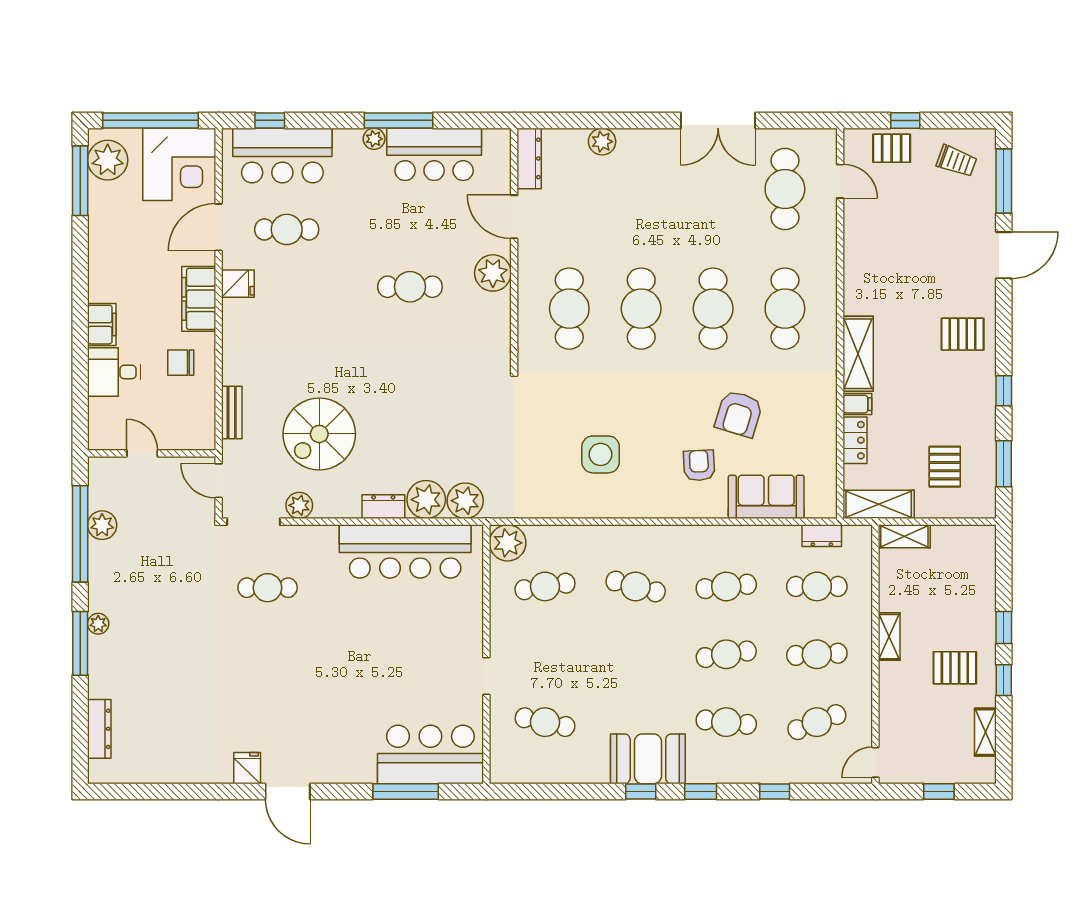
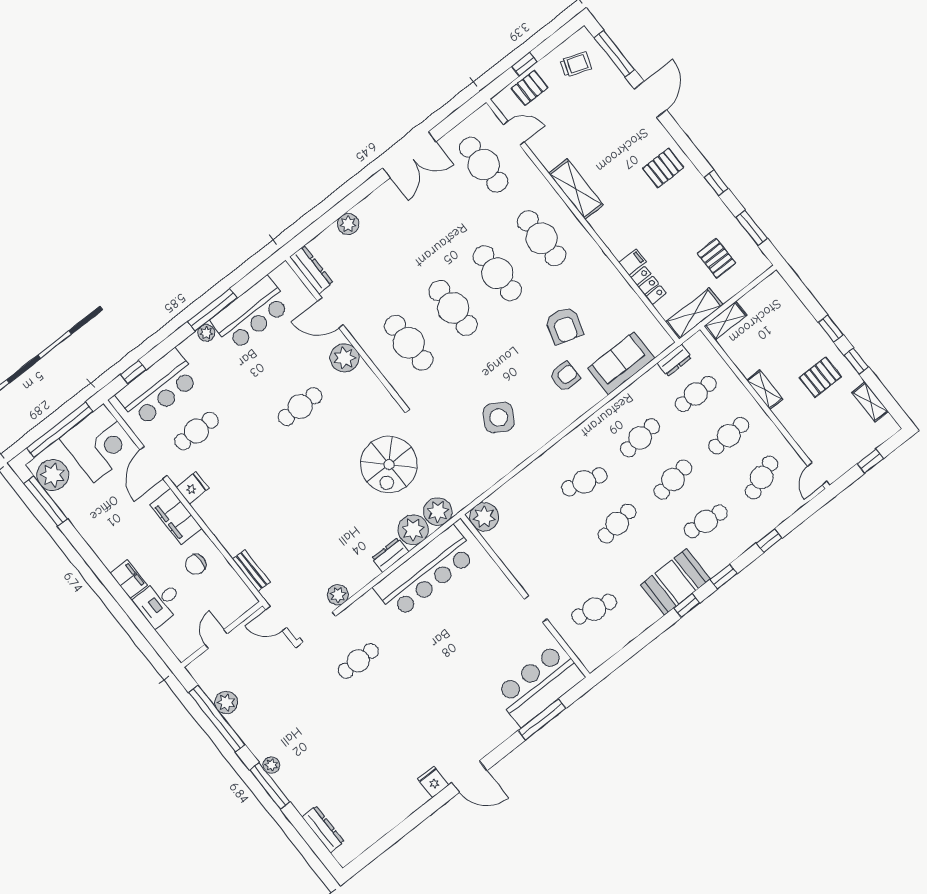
shelving: (858, 354) -> (576, 189), moved
spiral stairs: (319, 434) -> (389, 465), moved
door: (142, 453) -> (216, 639), hinge flipped
side table: (601, 454) -> (499, 417), turned 30
armchair: (699, 465) -> (565, 376), turned 93
cafe table: (545, 586) -> (617, 524), moved

